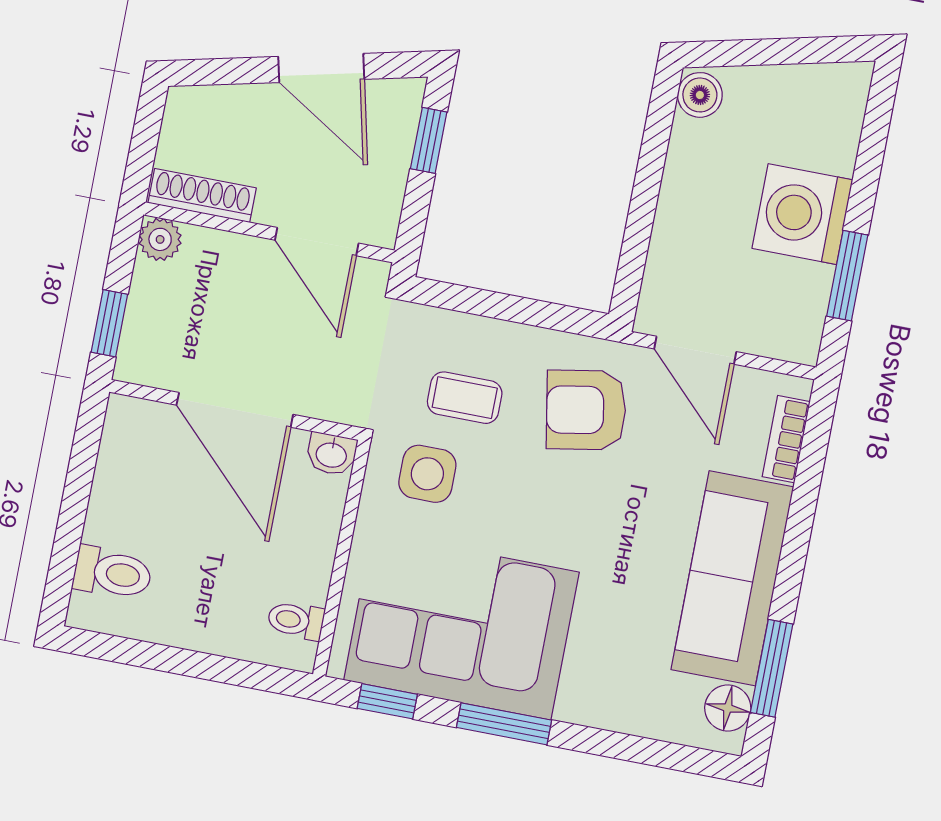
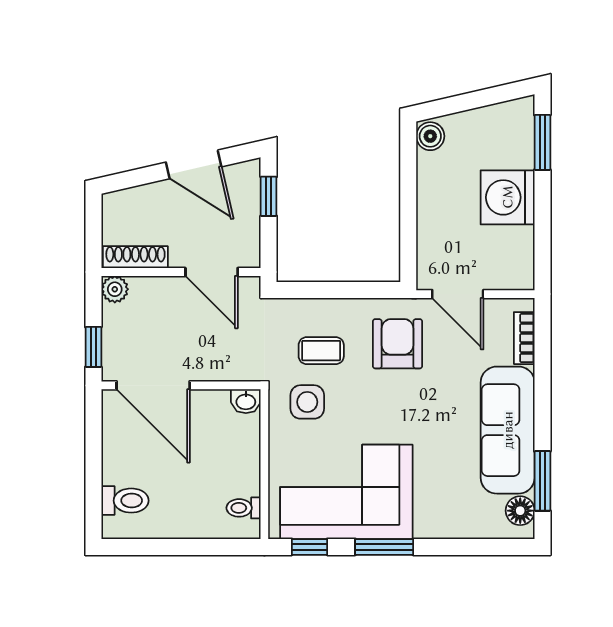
window: (847, 276) -> (542, 142), moved
door: (235, 410) -> (153, 385), moved
armchair: (586, 410) -> (397, 344), turned 100

